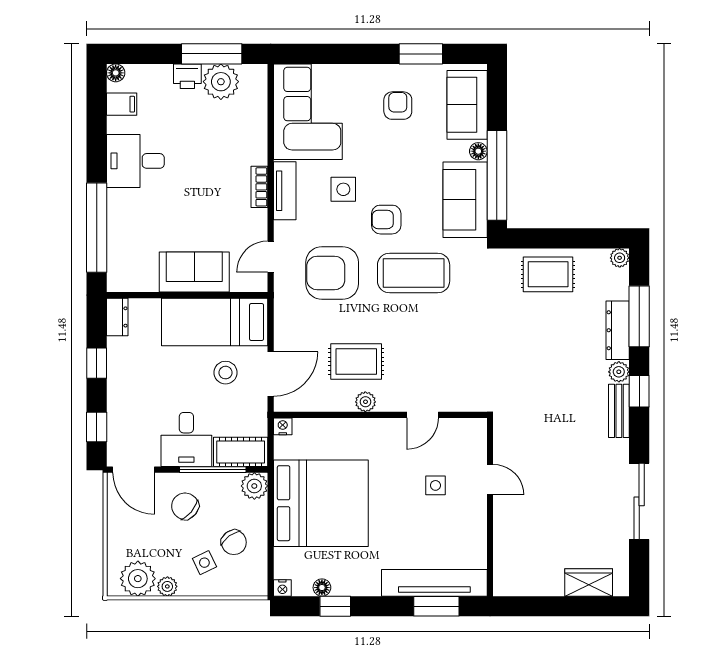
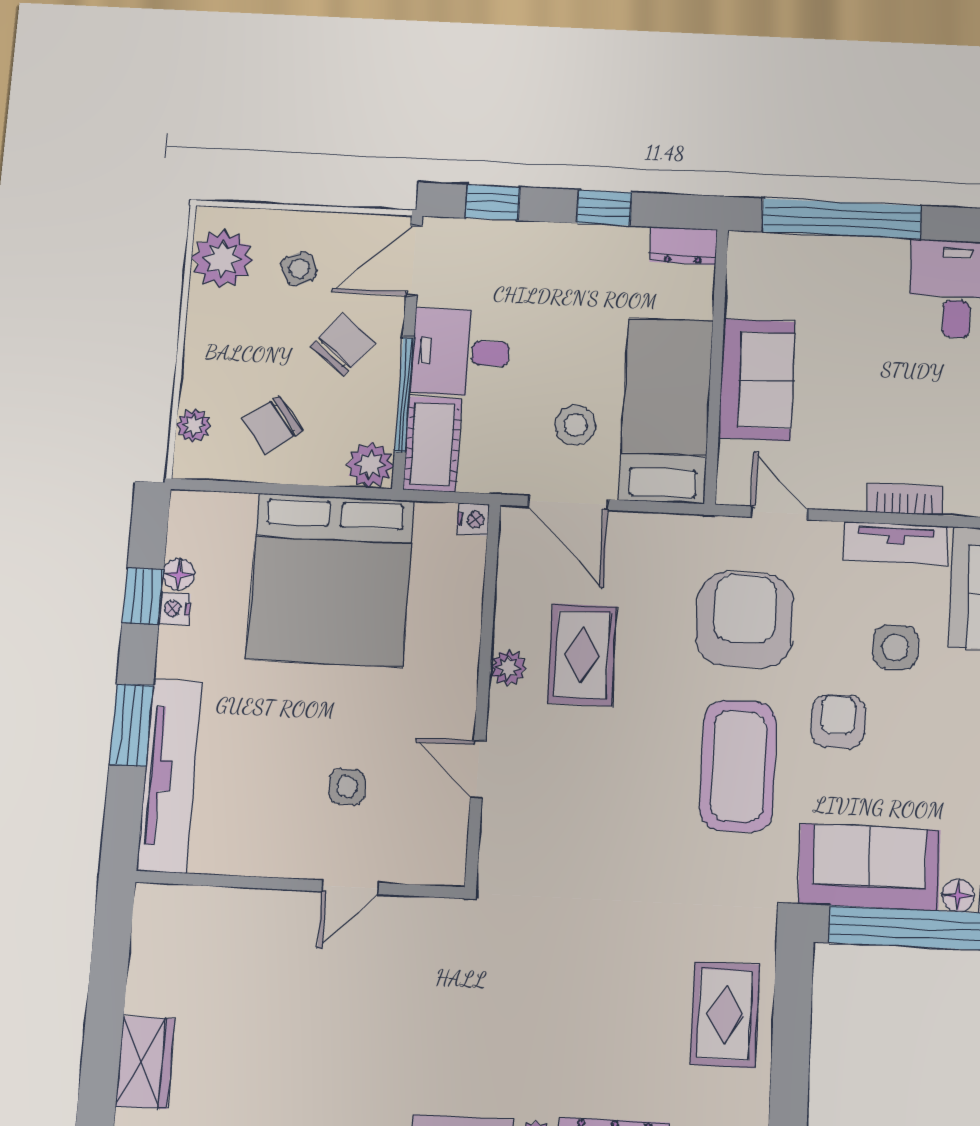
side table: (204, 563) -> (299, 269), moved
plant: (167, 586) -> (194, 426), moved
nightstand: (282, 588) -> (175, 609), moved
window: (436, 606) -> (131, 725), moved

